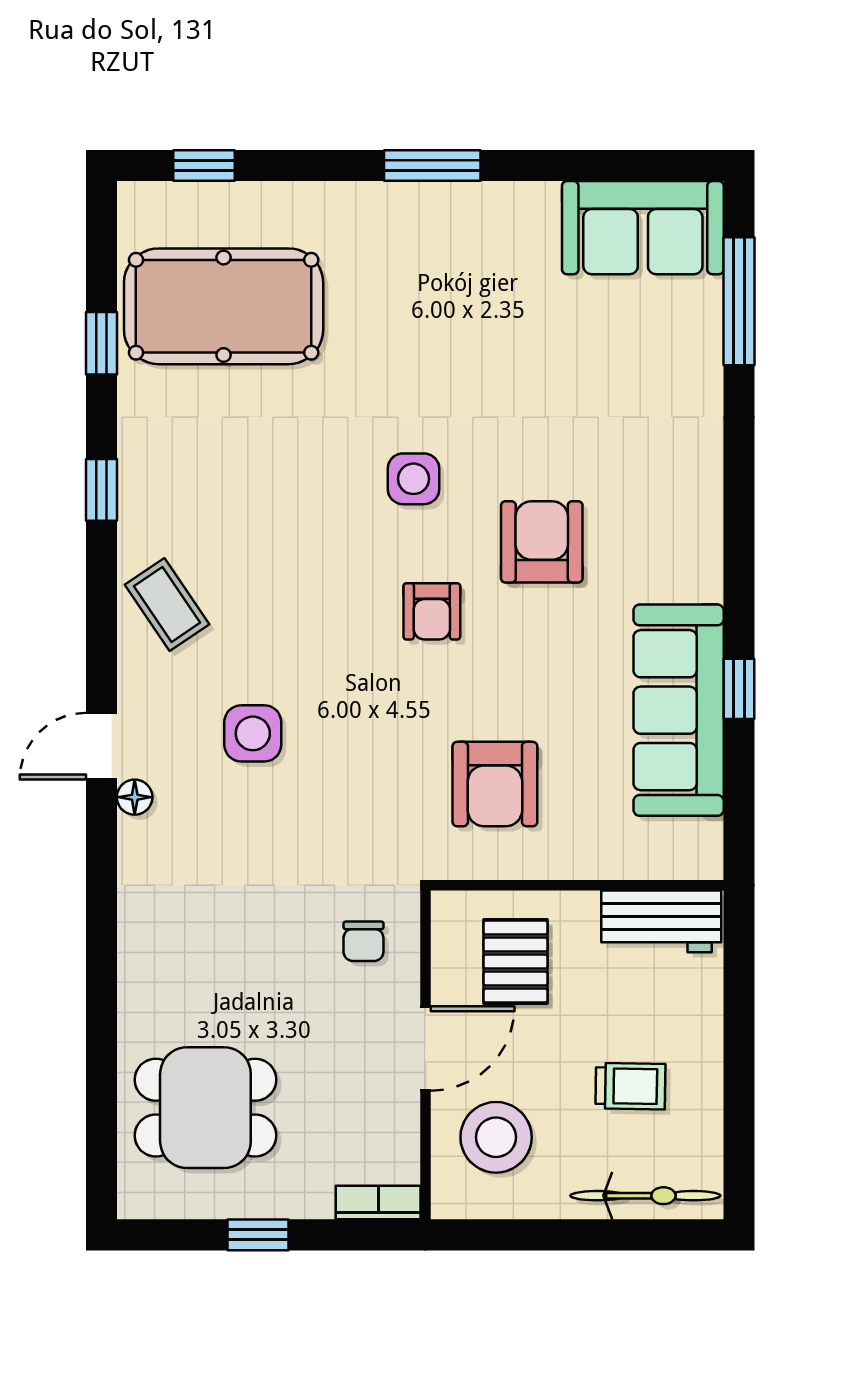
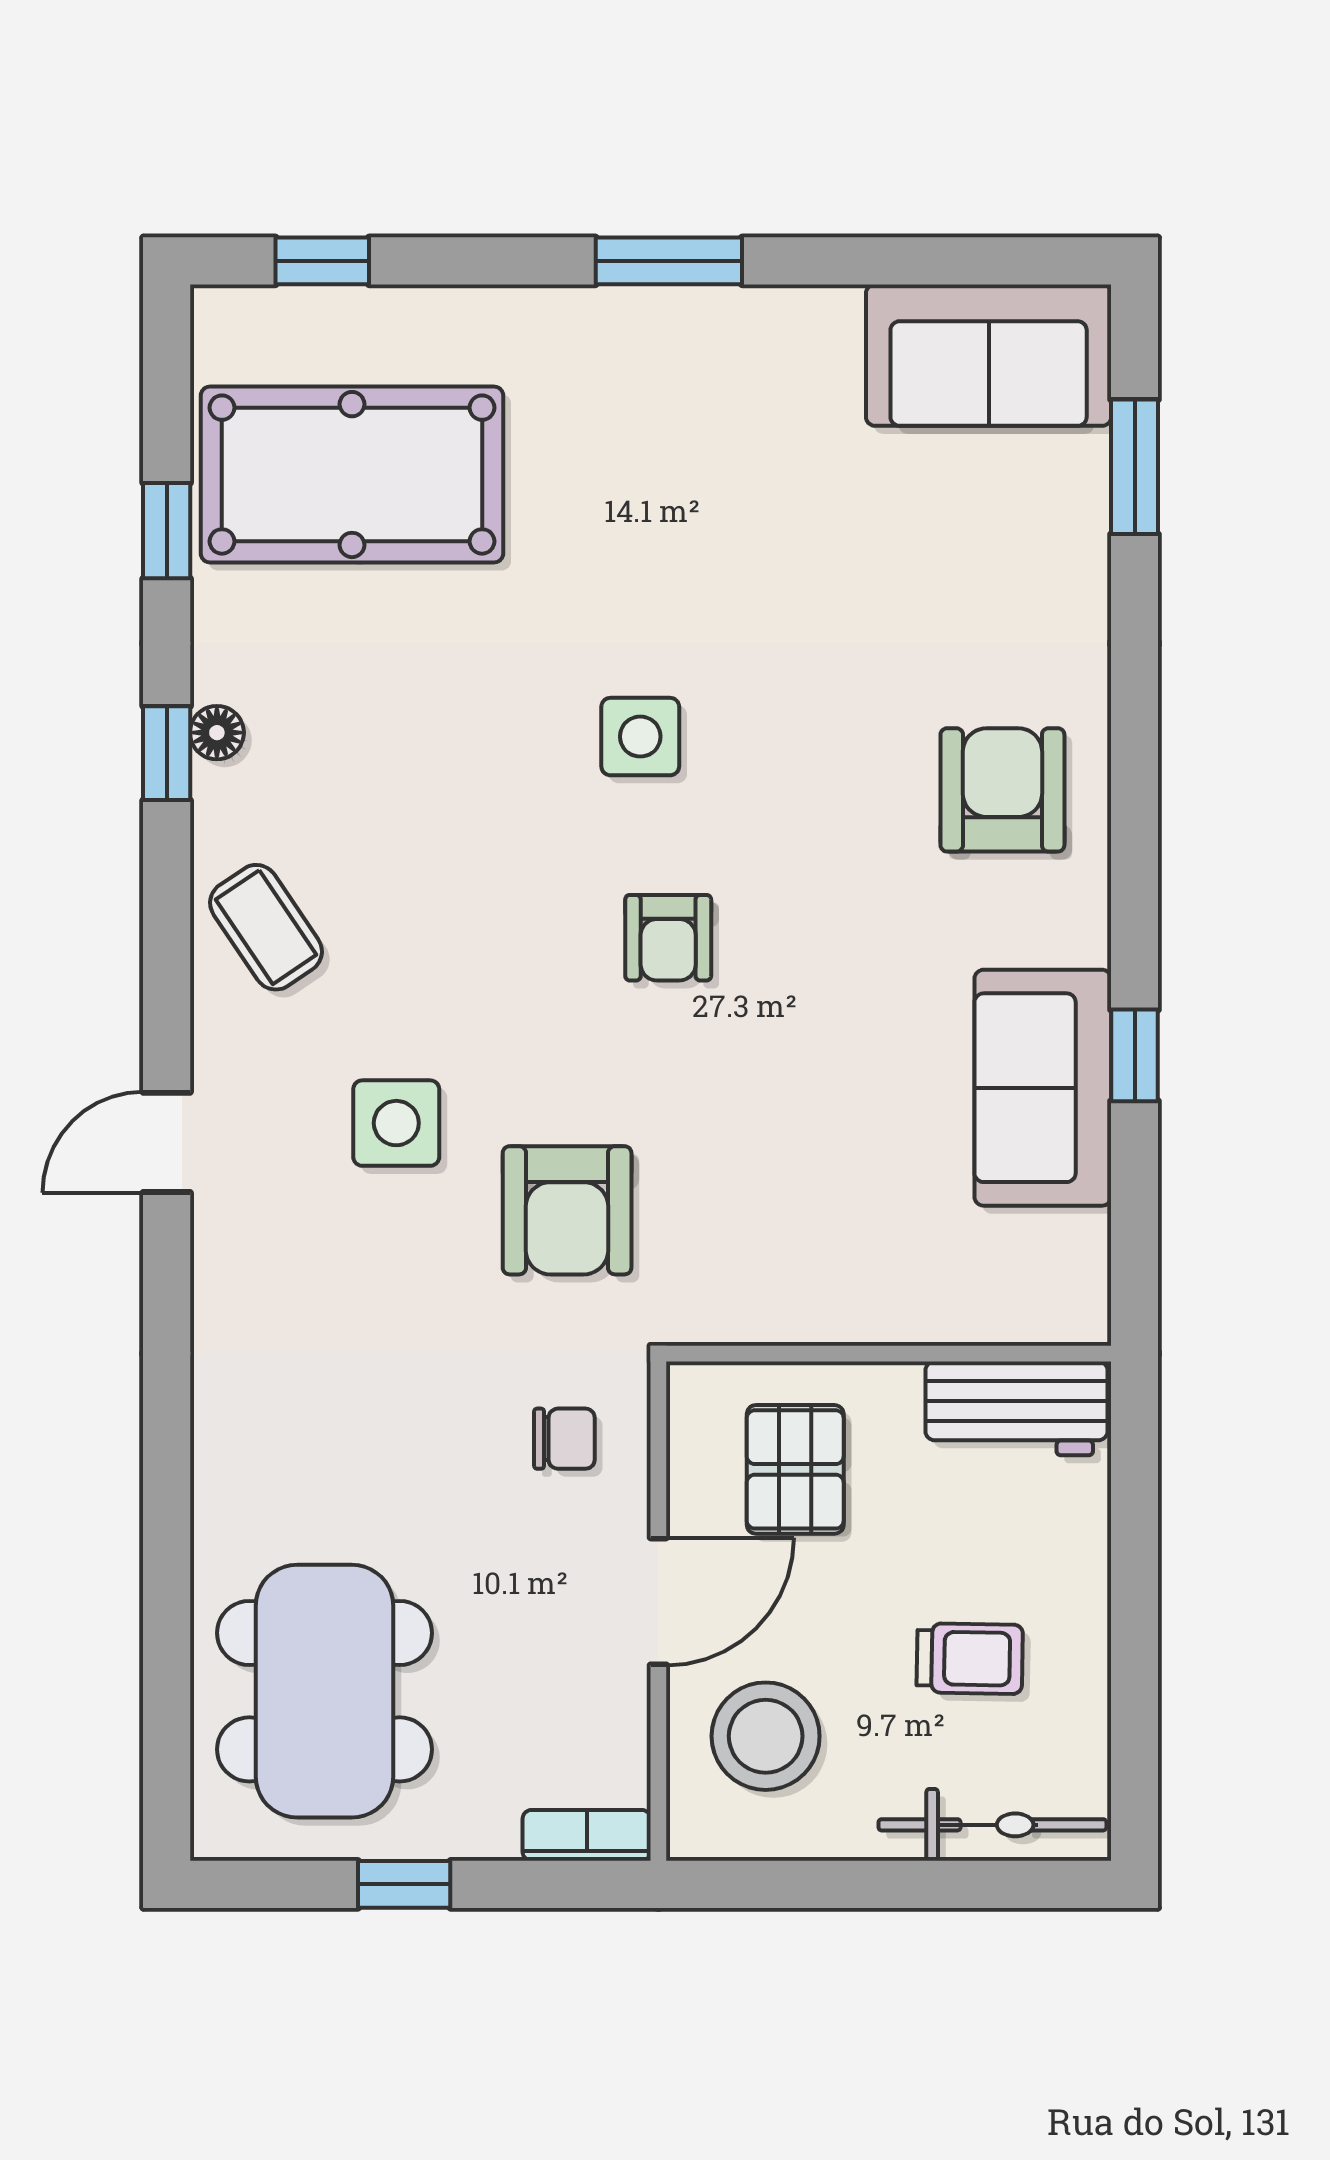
window: (739, 301) -> (1135, 467), width x0.69
armchair: (542, 542) -> (1002, 790), moved
sofa: (679, 710) -> (1043, 1088), width x0.73
armchair: (495, 784) -> (567, 1210), moved
floor lamp: (135, 797) -> (217, 733), moved
chair: (363, 941) -> (564, 1439), turned -90
dining table: (205, 1108) -> (325, 1691), width x1.38

